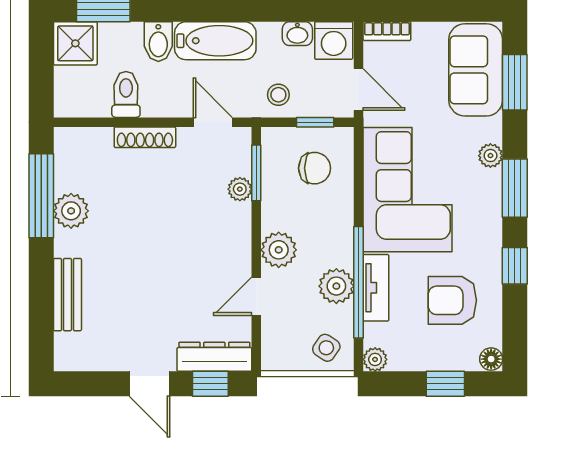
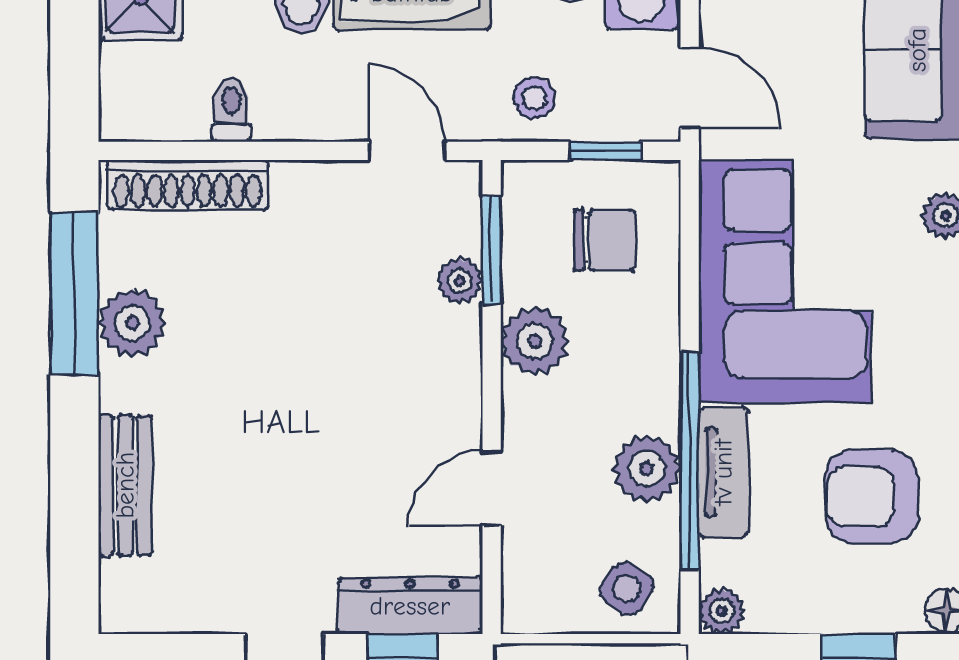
toilet: (126, 94) -> (231, 110), width x0.73, depth x0.72
shoe rack: (145, 137) -> (188, 185), moved, width x1.36, depth x1.24
plant: (279, 250) -> (535, 341), moved

